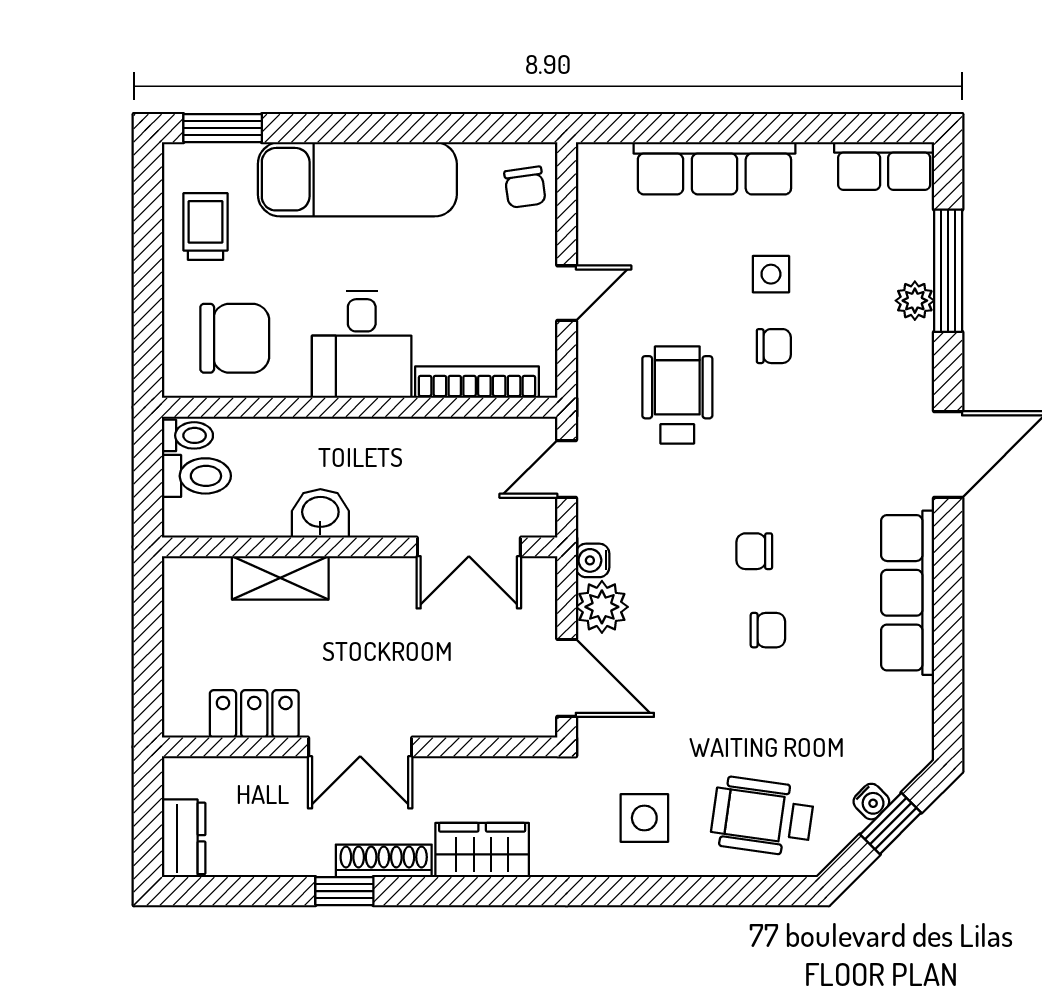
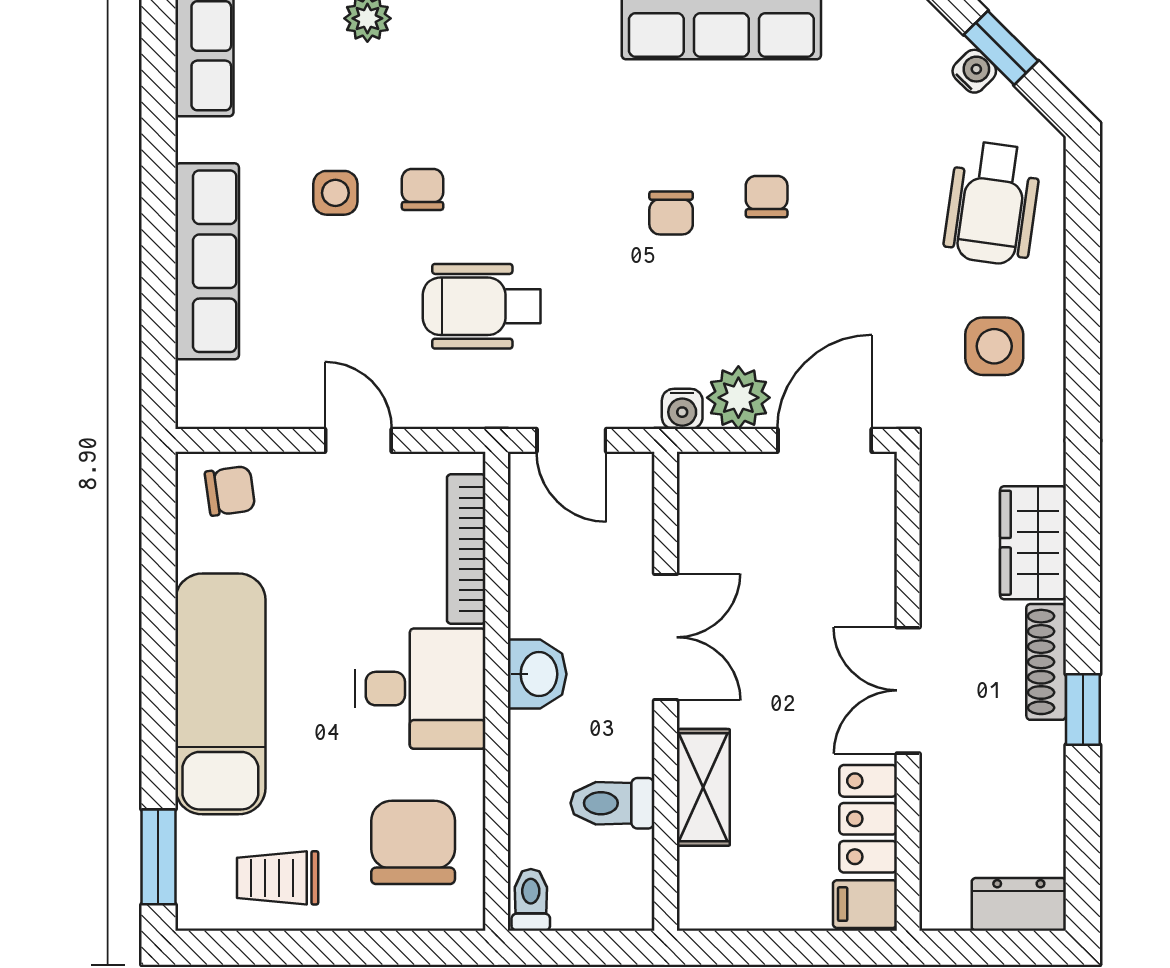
toilet: (196, 476) -> (613, 803), moved, turned -90
washbasin: (320, 513) -> (537, 674), moved, turned 180
double door: (469, 547) -> (666, 637), moved
filing cabinet: (184, 711) -> (865, 904), added
double door: (360, 747) -> (908, 690), swing flipped

